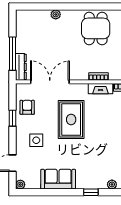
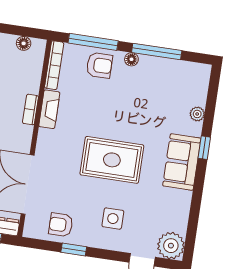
rug: (71, 120) -> (112, 160), moved
sofa: (58, 179) -> (182, 162), moved
plant: (20, 185) -> (171, 246), width x1.87, depth x1.87

